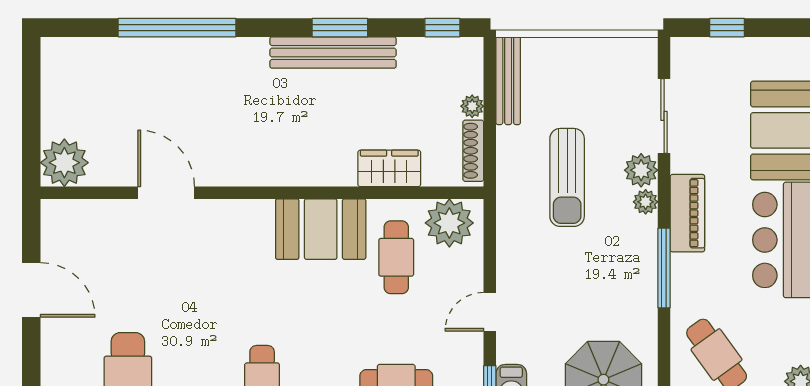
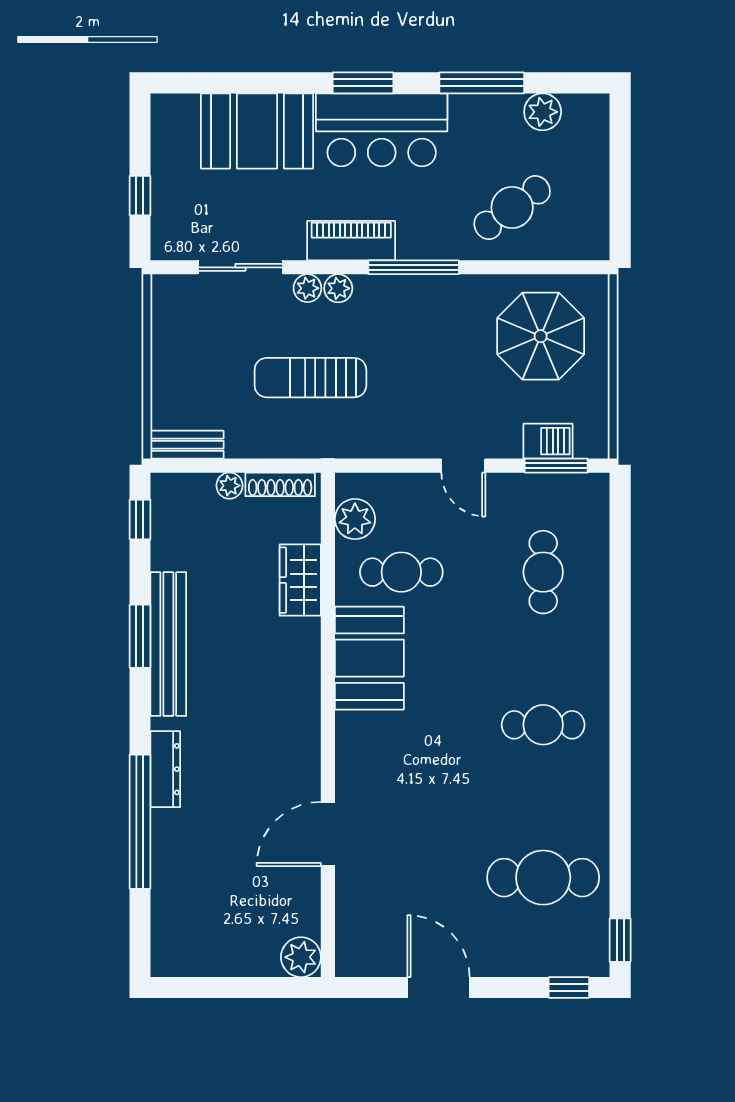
dresser: (223, 50) -> (165, 769), added
bench: (508, 81) -> (187, 445), width x0.73
plant: (64, 163) -> (301, 957), width x0.73, depth x0.73
plant: (641, 170) -> (307, 288), width x0.73, depth x0.73
sun lounger: (567, 177) -> (310, 378), turned 180
plant: (449, 223) -> (355, 519), width x0.73, depth x0.73
door: (31, 290) -> (439, 988), hinge flipped

